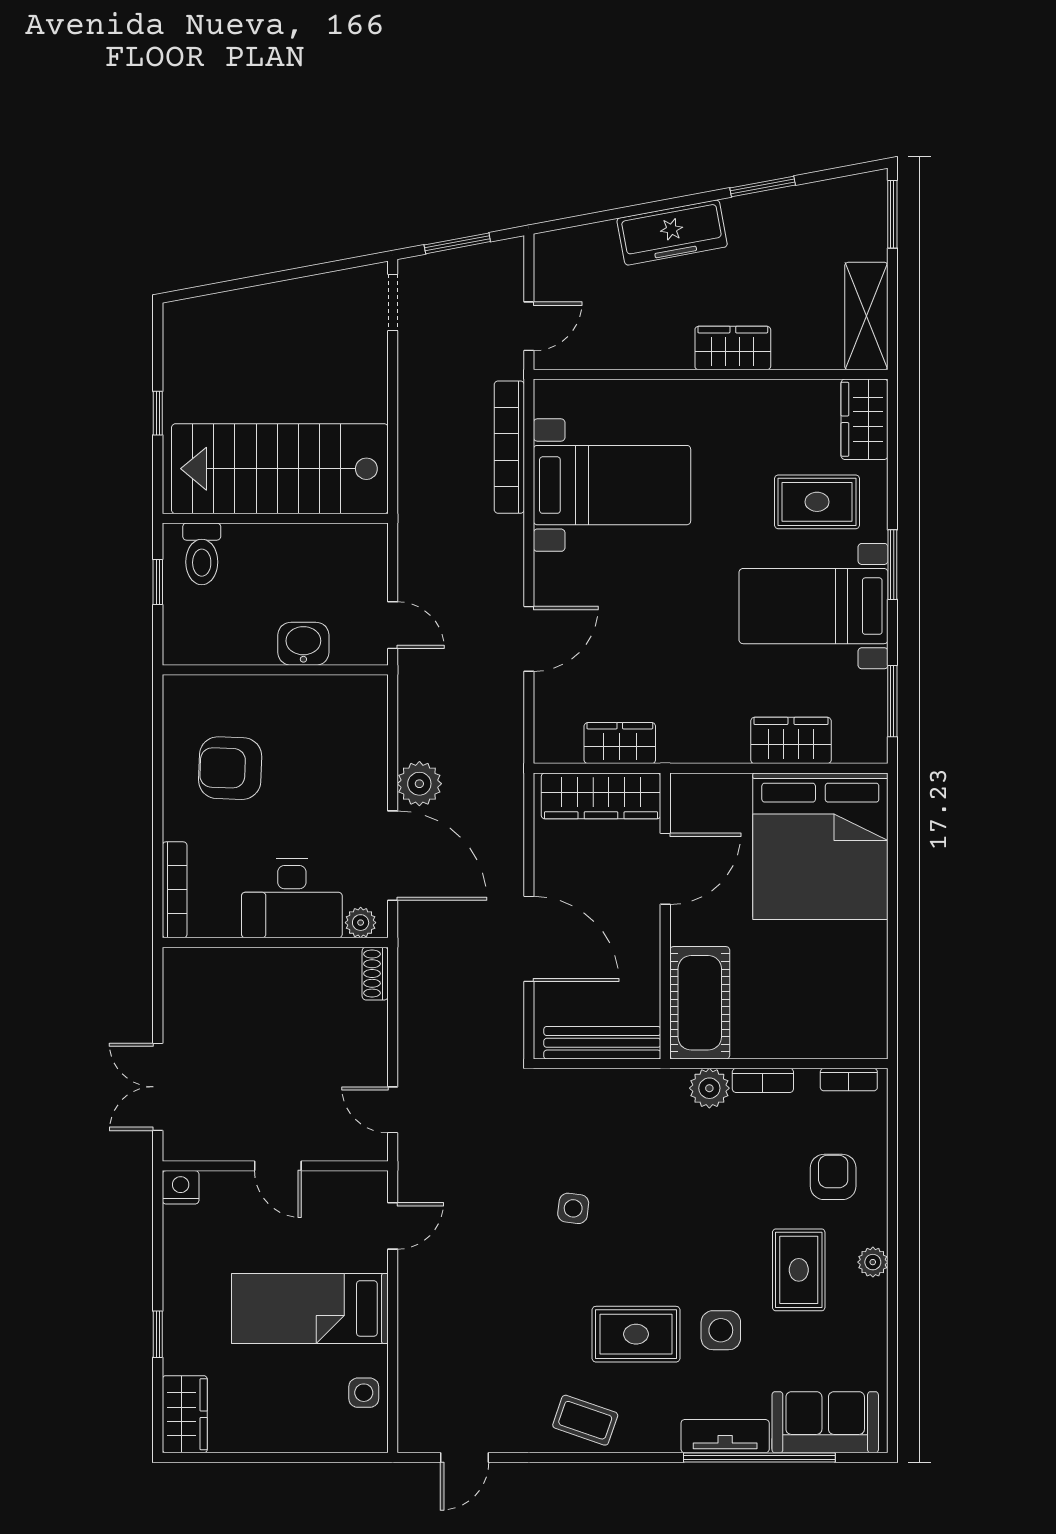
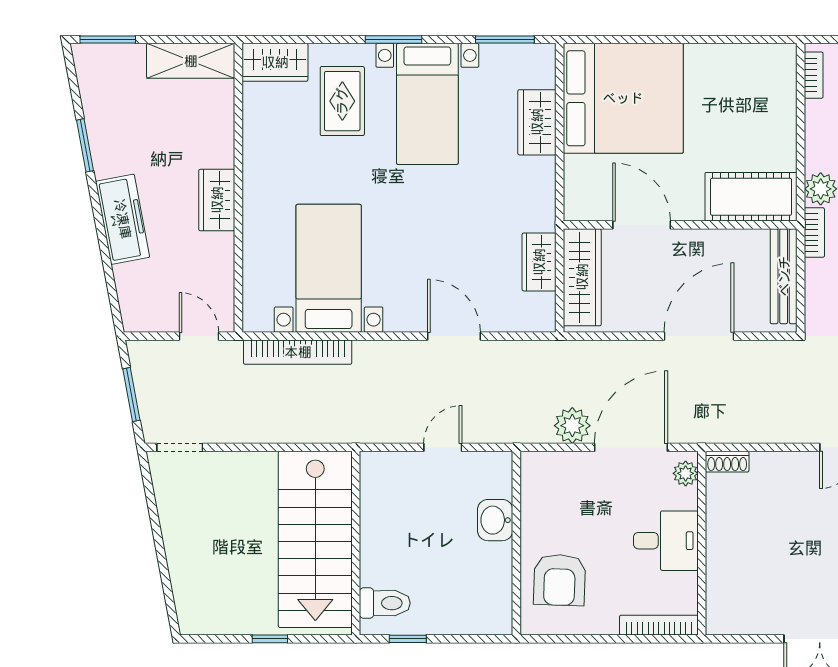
wardrobe: (733, 348) -> (217, 200), moved
washbasin: (303, 644) -> (495, 520), moved
wall: (275, 670) -> (516, 543), moved
desk: (292, 898) -> (666, 541), width x0.73
bookcase: (763, 1080) -> (814, 233), moved

